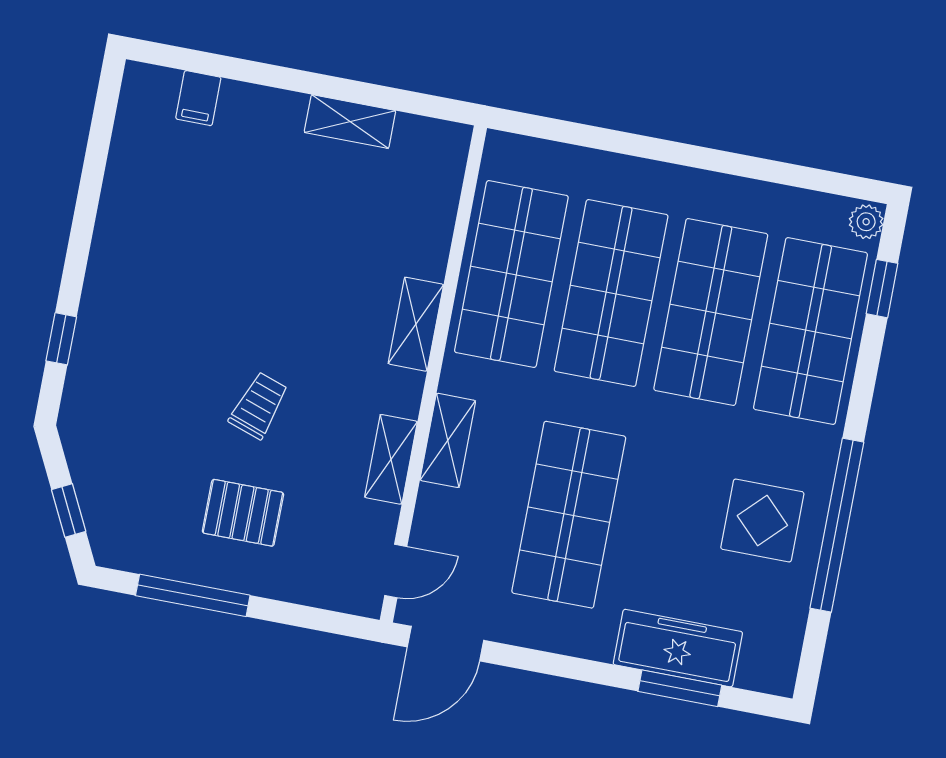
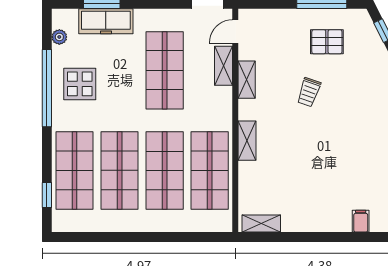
shelving: (350, 122) -> (261, 224), moved
plant: (866, 222) -> (59, 37), moved
shelving: (448, 440) -> (224, 66), moved
pallet: (243, 513) -> (327, 42), moved

